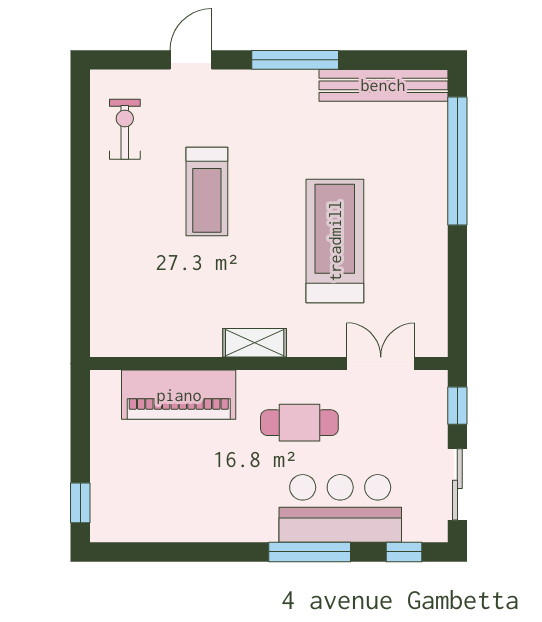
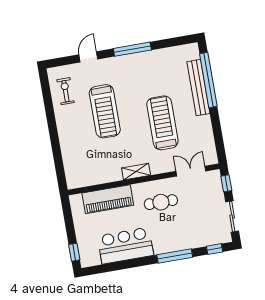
bench: (383, 85) -> (198, 88), moved, turned 90
treadmill: (207, 192) -> (105, 111), width x1.37, depth x1.38
bar counter: (340, 508) -> (125, 246), moved

